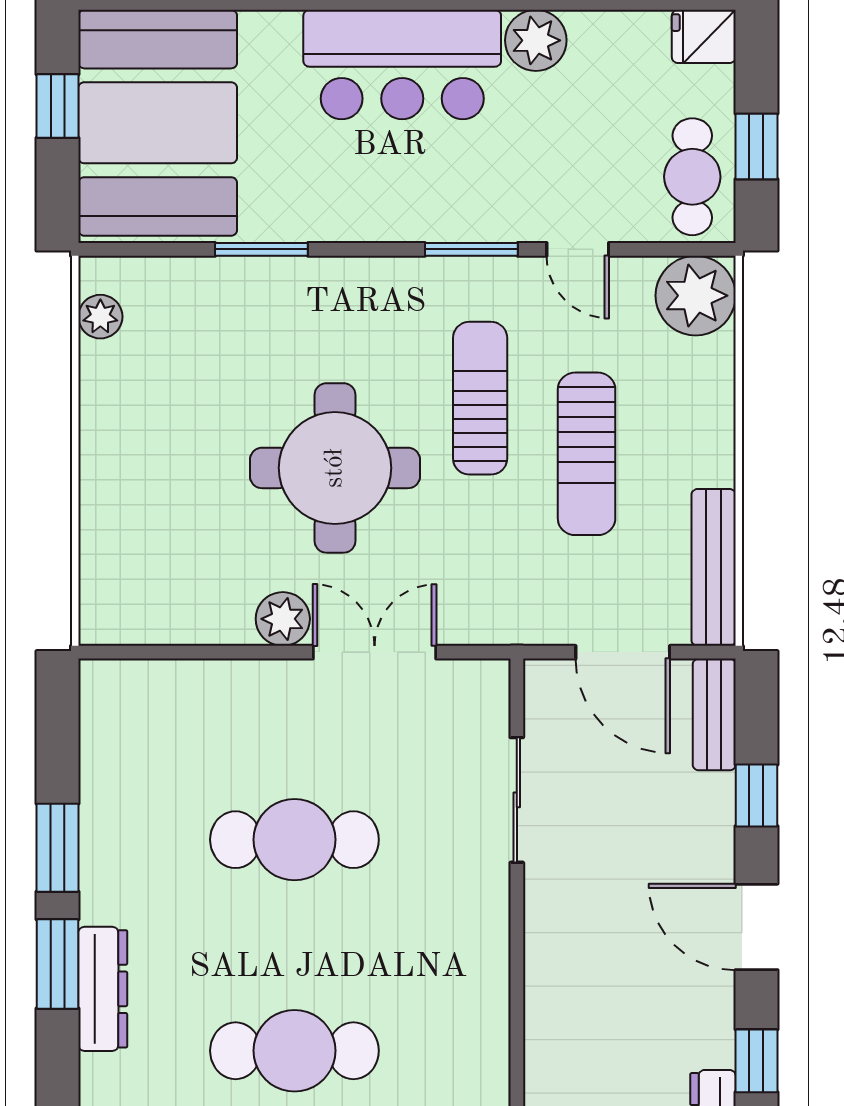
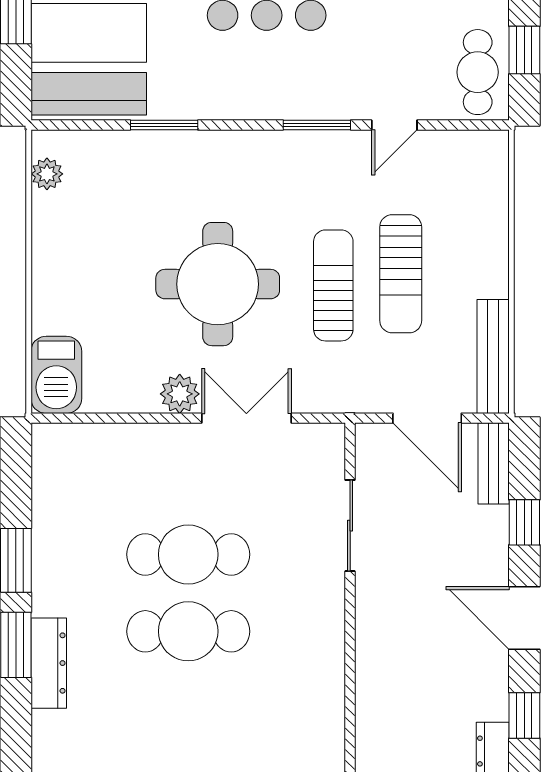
door: (578, 249) -> (394, 125), hinge flipped
plant: (696, 296) -> (480, 159), removed
sun lounger: (480, 398) -> (333, 285), moved
barbecue: (113, 593) -> (56, 375), added
cafe table: (294, 1051) -> (188, 631), moved

